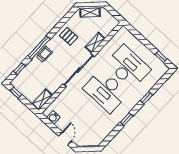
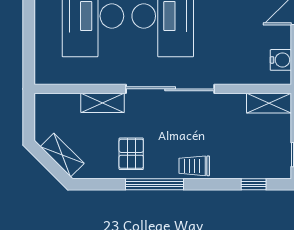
window: (39, 47) -> (154, 184), moved

